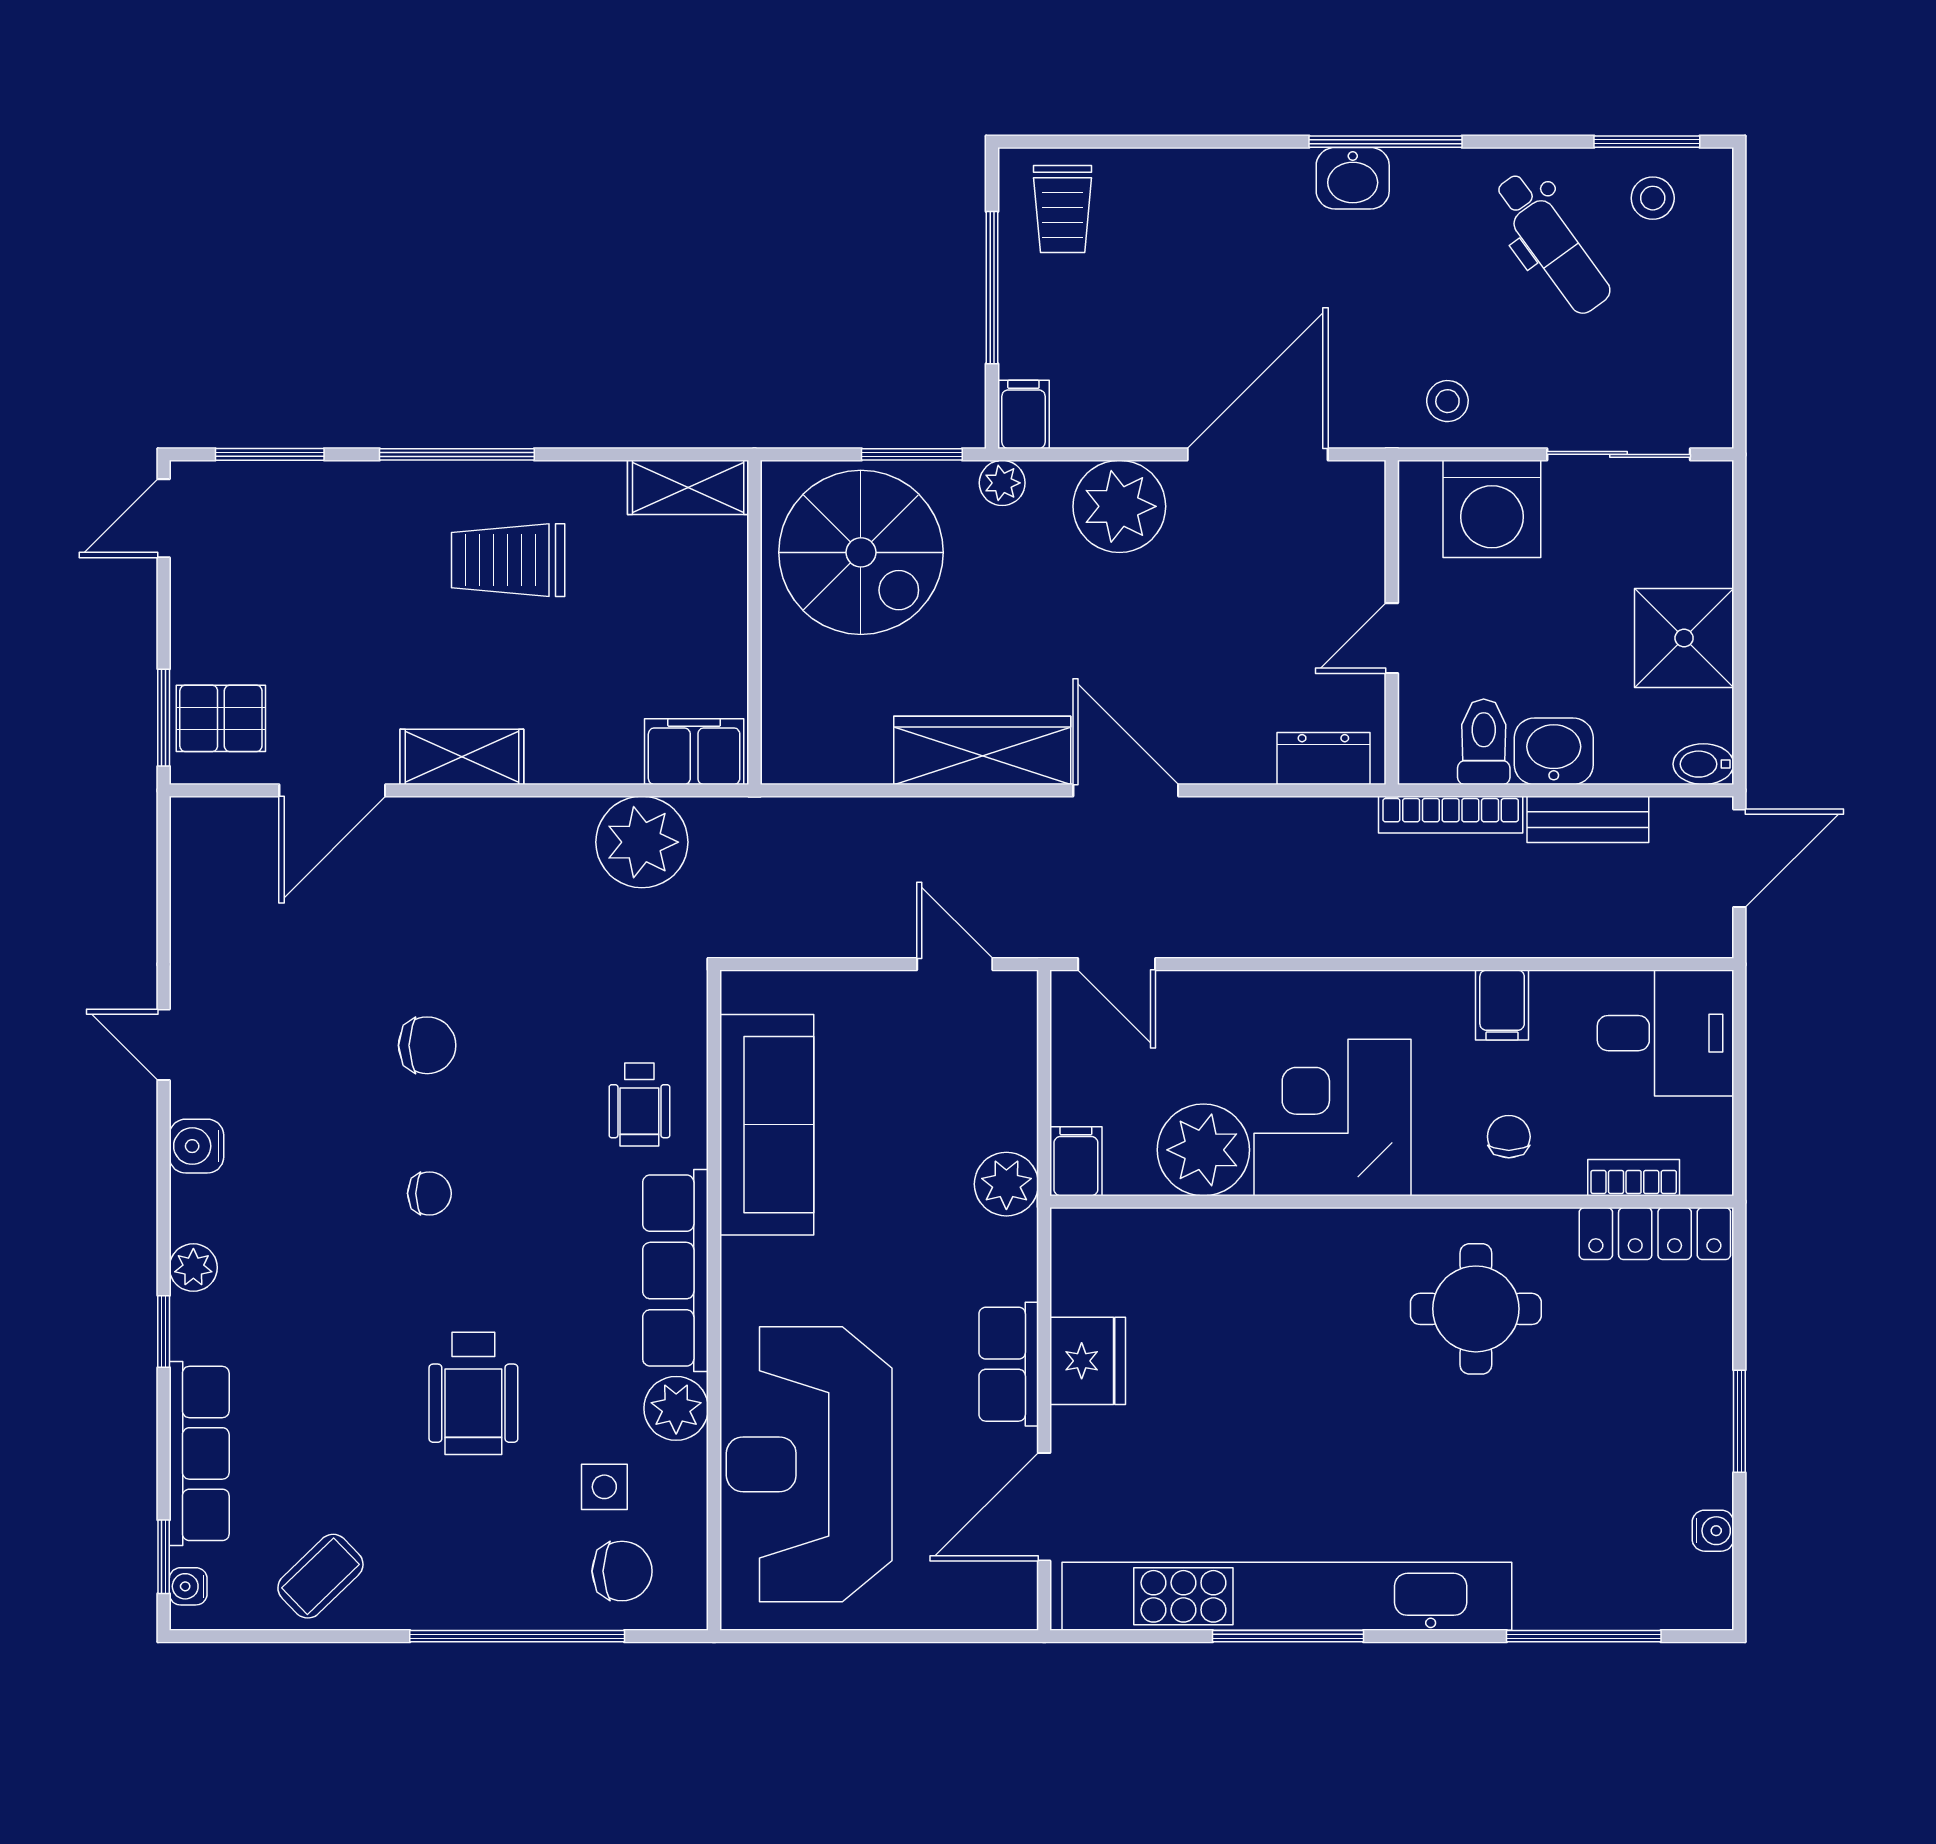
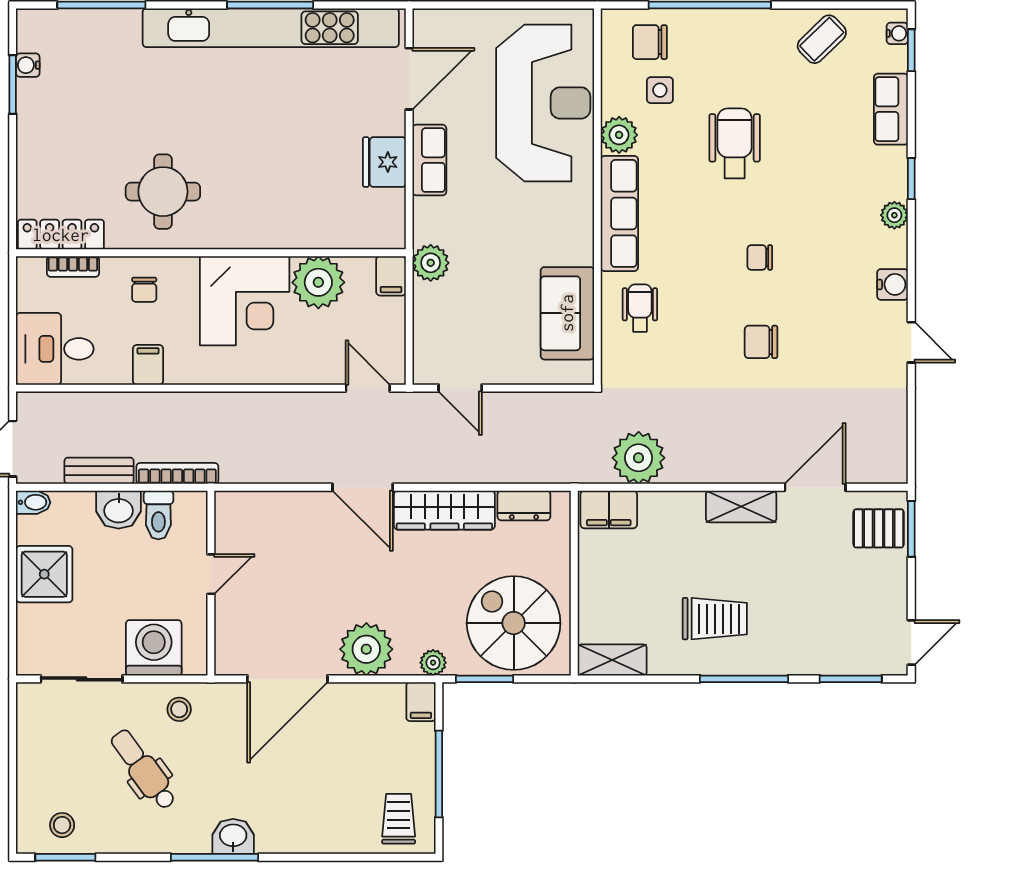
dental chair: (1552, 243) -> (143, 770), moved
dresser: (1323, 759) -> (524, 505), moved
sofa: (767, 1125) -> (567, 313), width x0.73
window: (1739, 1421) -> (13, 85), moved
row of seats: (199, 1453) -> (891, 109), width x0.68

